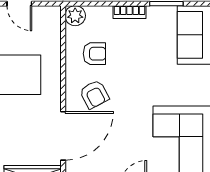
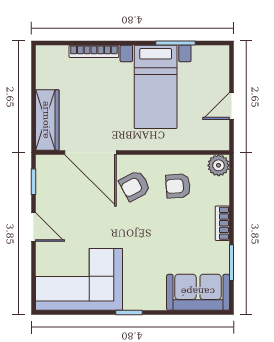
armchair: (94, 54) -> (178, 186), turned 86

